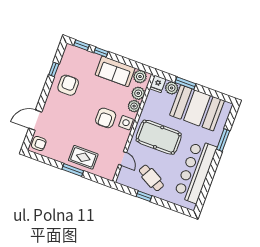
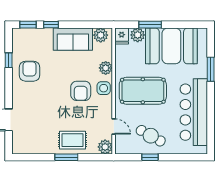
plant: (138, 93) -> (105, 147), moved
armchair: (39, 144) -> (21, 143), removed

